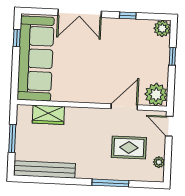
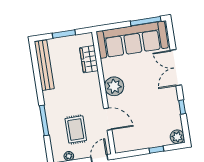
window: (17, 38) -> (146, 21), width x2.17
plant: (156, 95) -> (114, 86), moved

